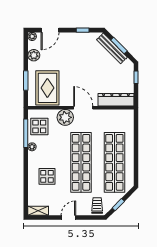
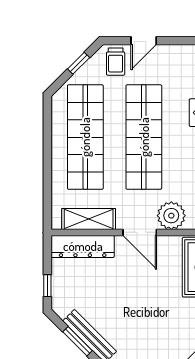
shelving: (113, 115) -> (89, 219), added
door: (68, 217) -> (144, 41), moved

